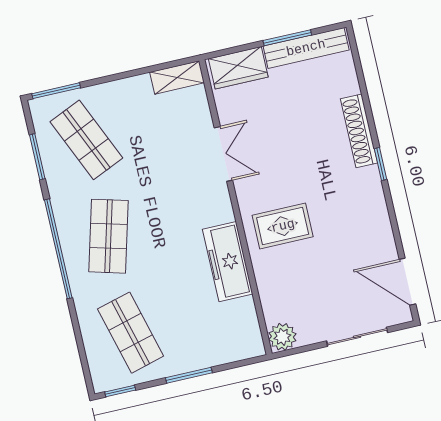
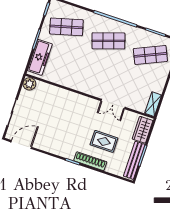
rug: (283, 226) -> (104, 141), moved, turned 90
shop shelf: (109, 236) -> (108, 41), turned -33
freezer: (228, 262) -> (40, 57), moved, turned 90

